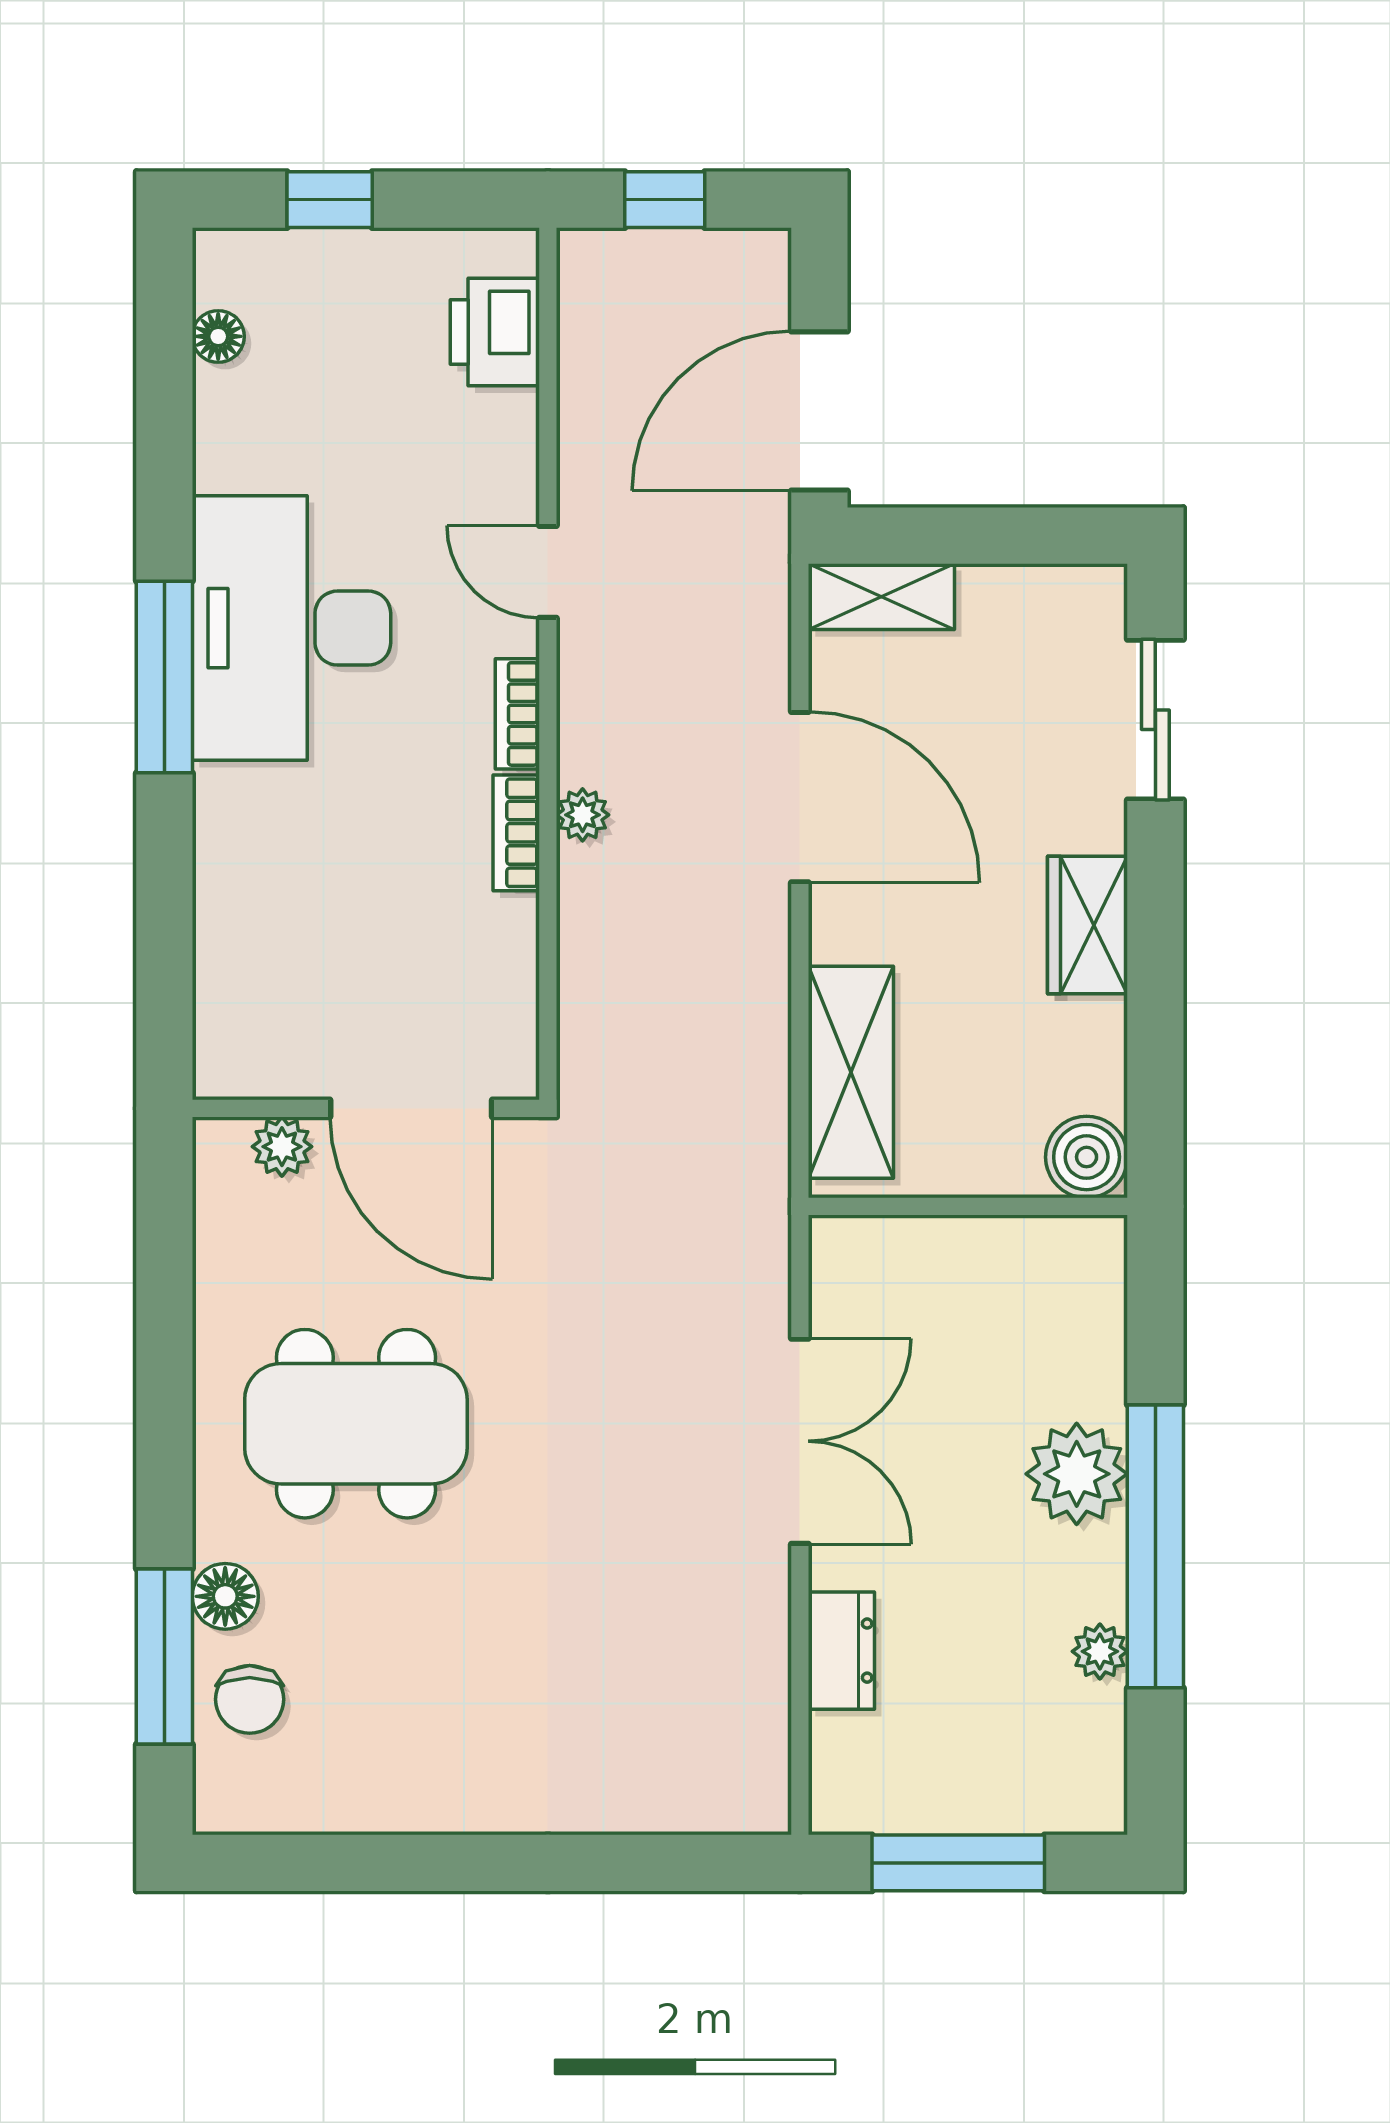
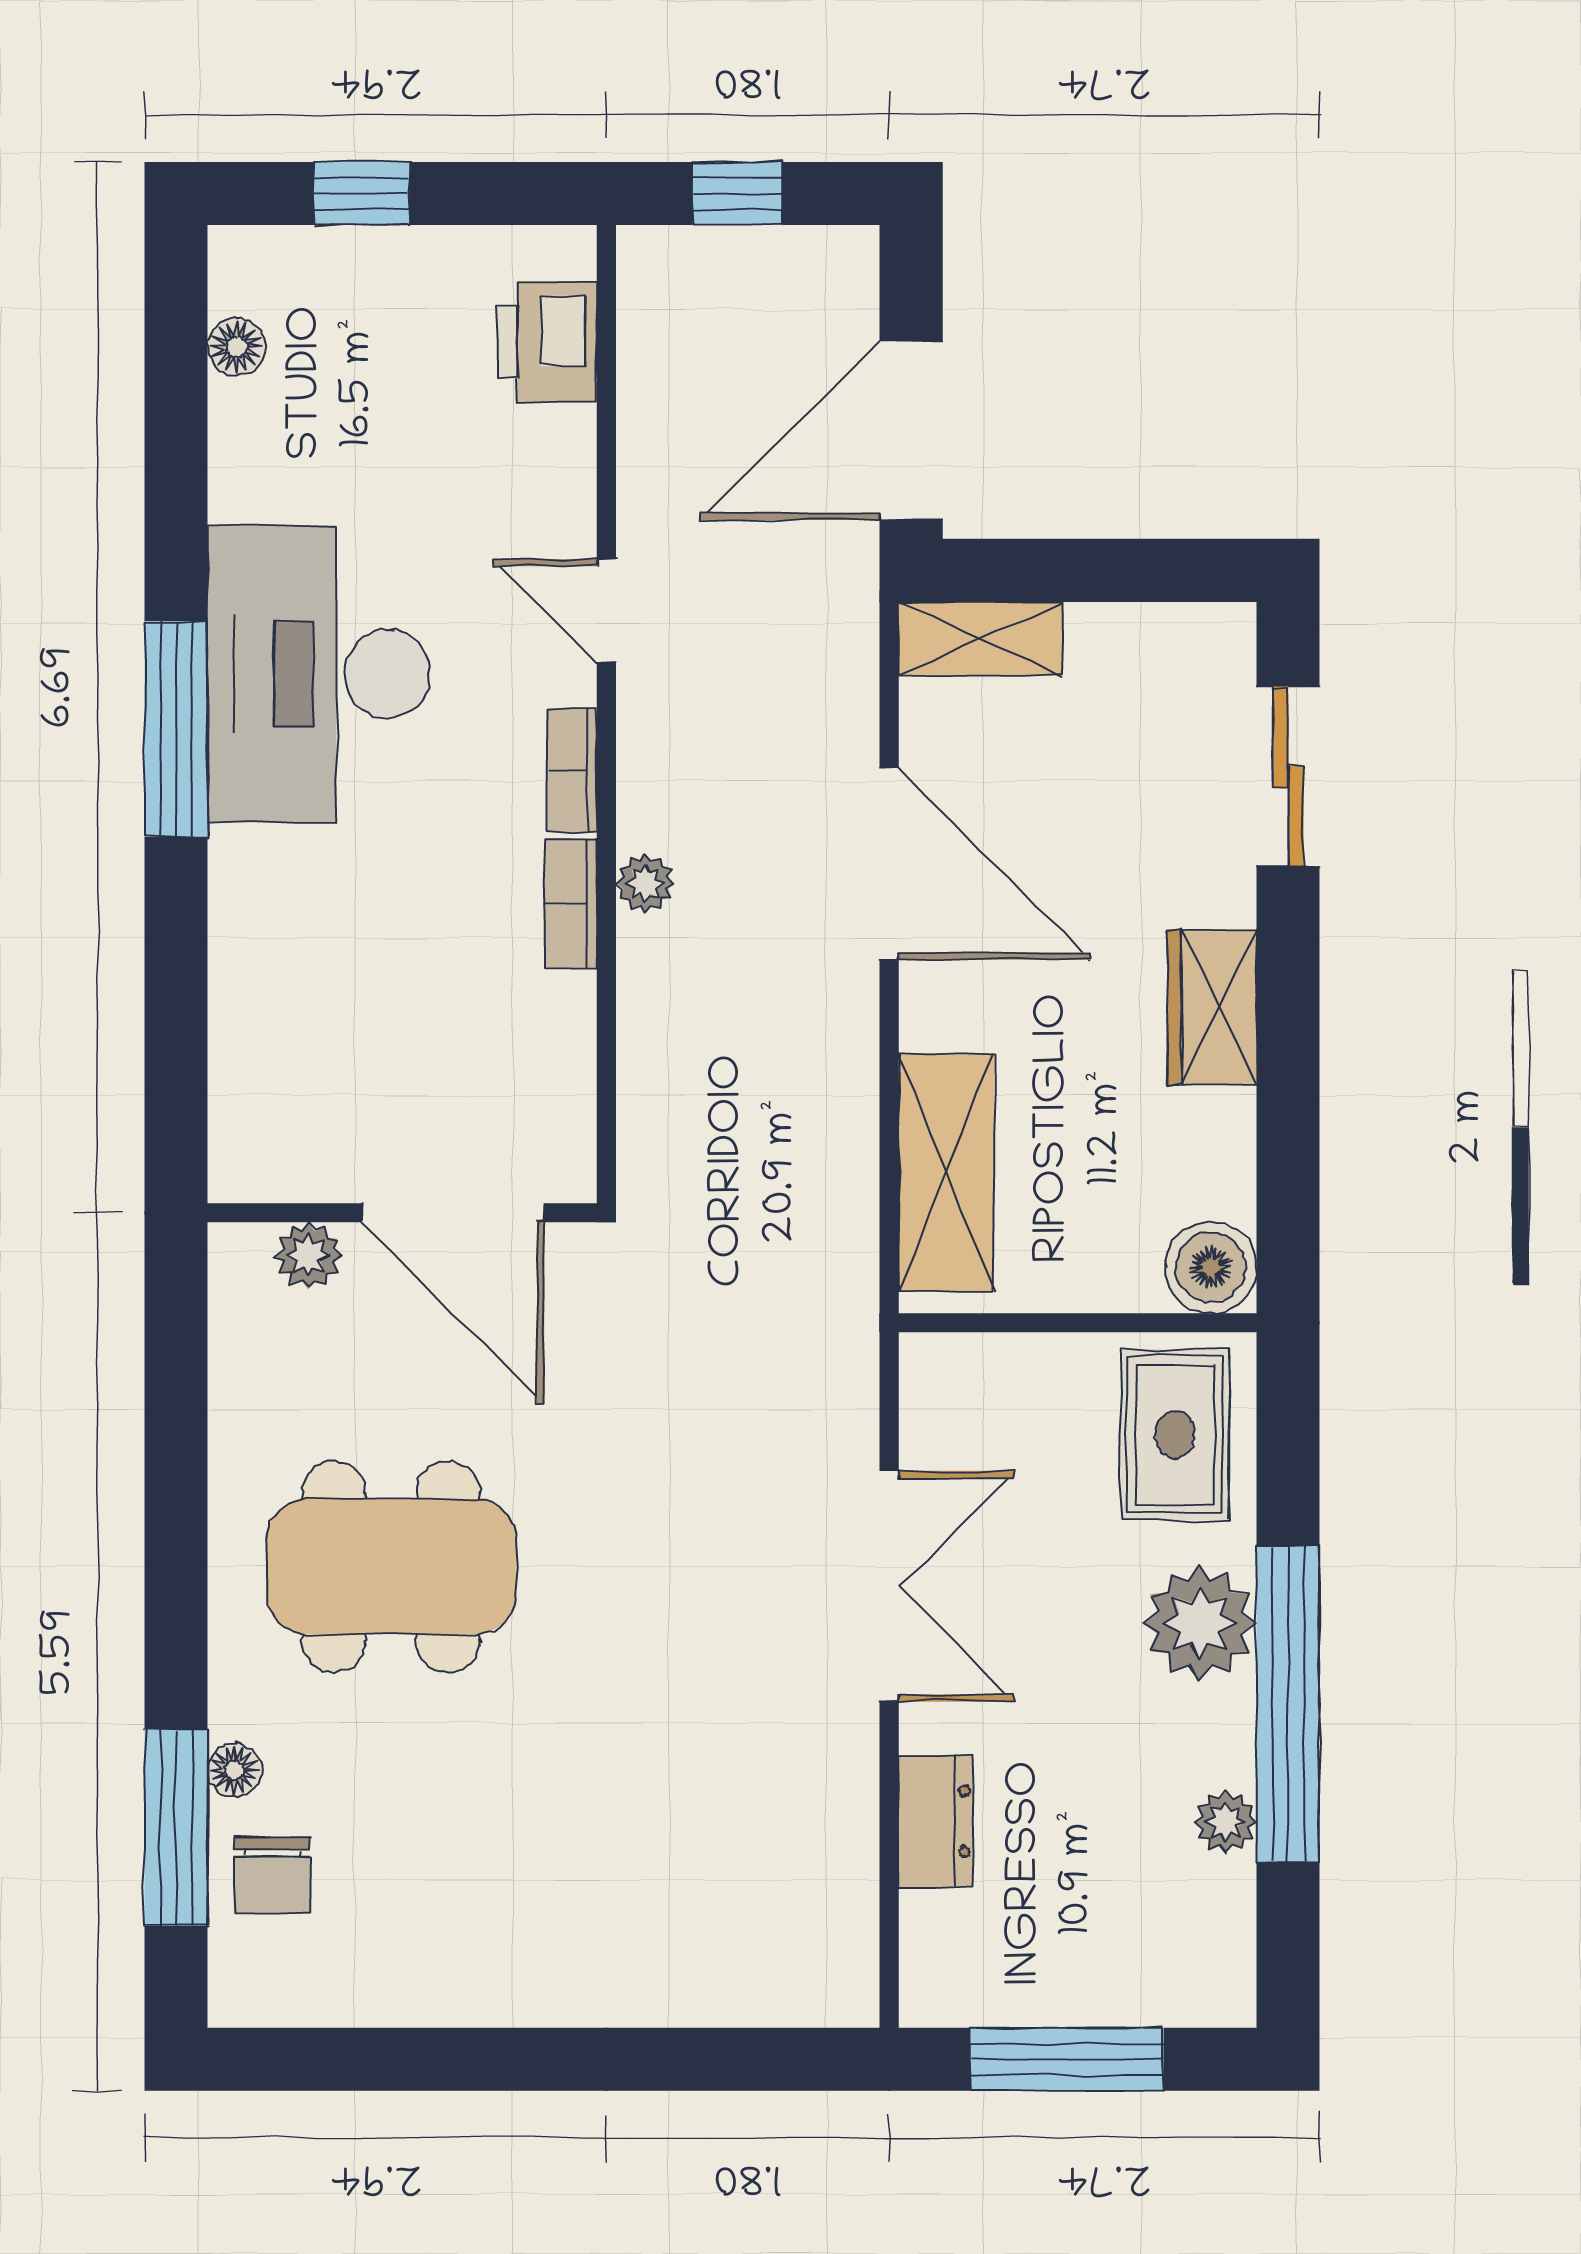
rug: (1054, 1306) -> (1175, 1434), added
floor lamp: (225, 1596) -> (234, 1770), width x0.73, depth x0.73

